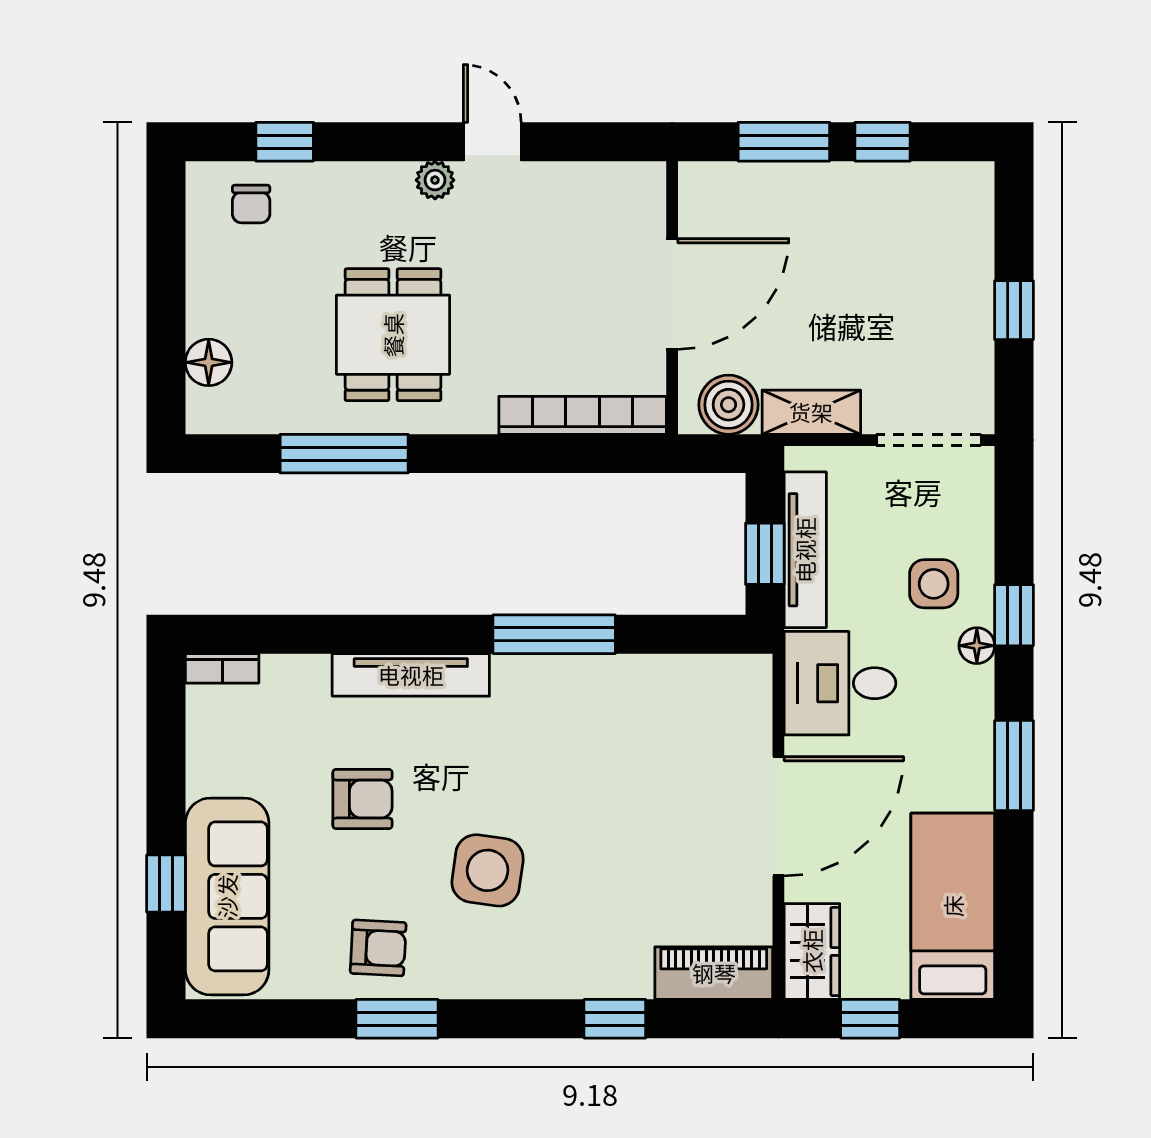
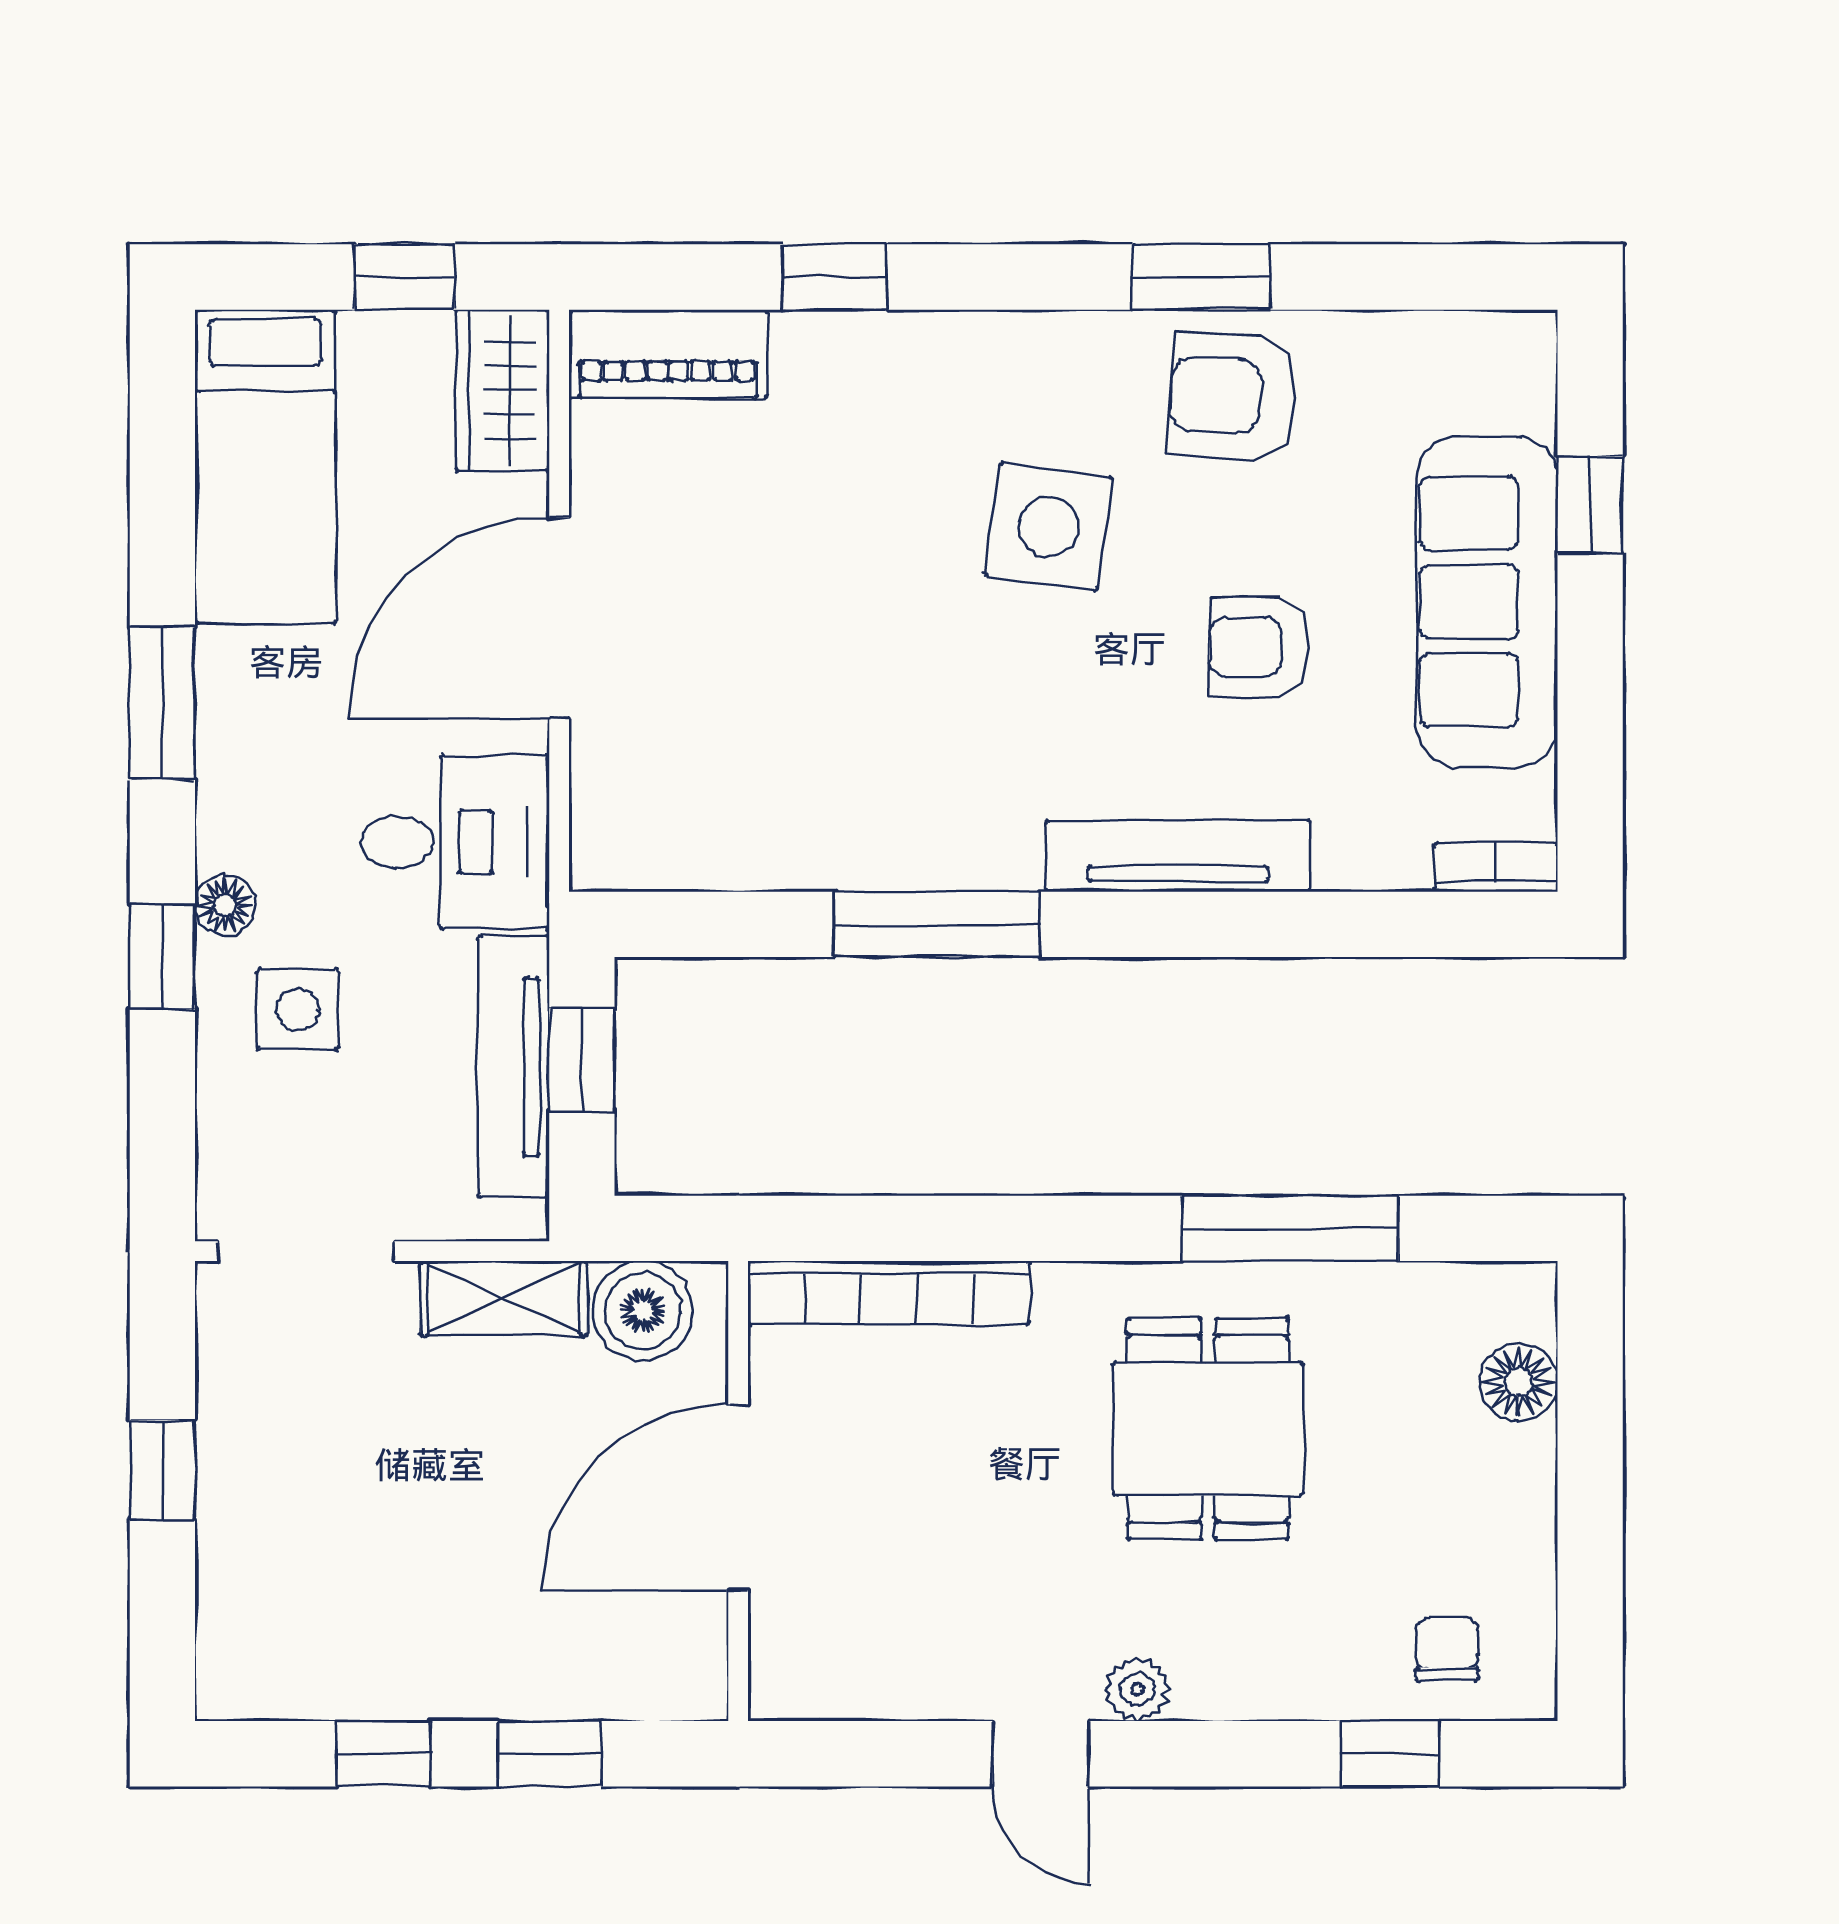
window: (784, 142) -> (550, 1754), width x0.67
sofa: (227, 896) -> (1487, 602), moved
armchair: (378, 948) -> (1233, 396), width x1.38, depth x1.38

